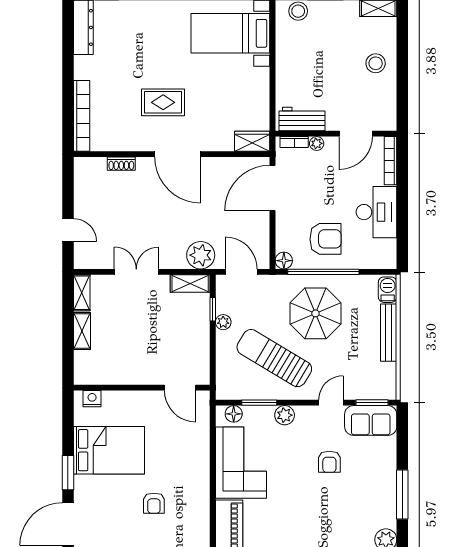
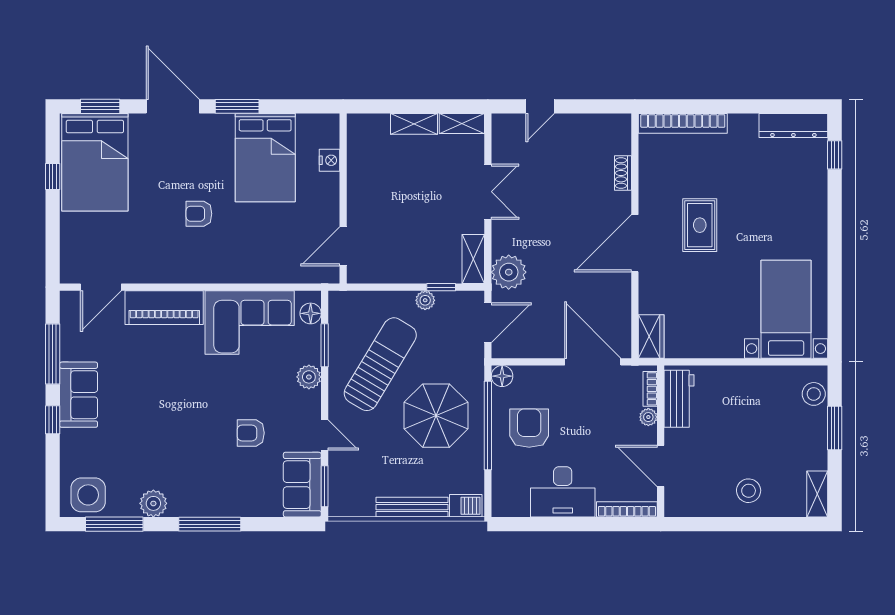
armchair: (326, 239) -> (529, 428), turned 180
nightstand: (92, 399) -> (330, 160), moved

